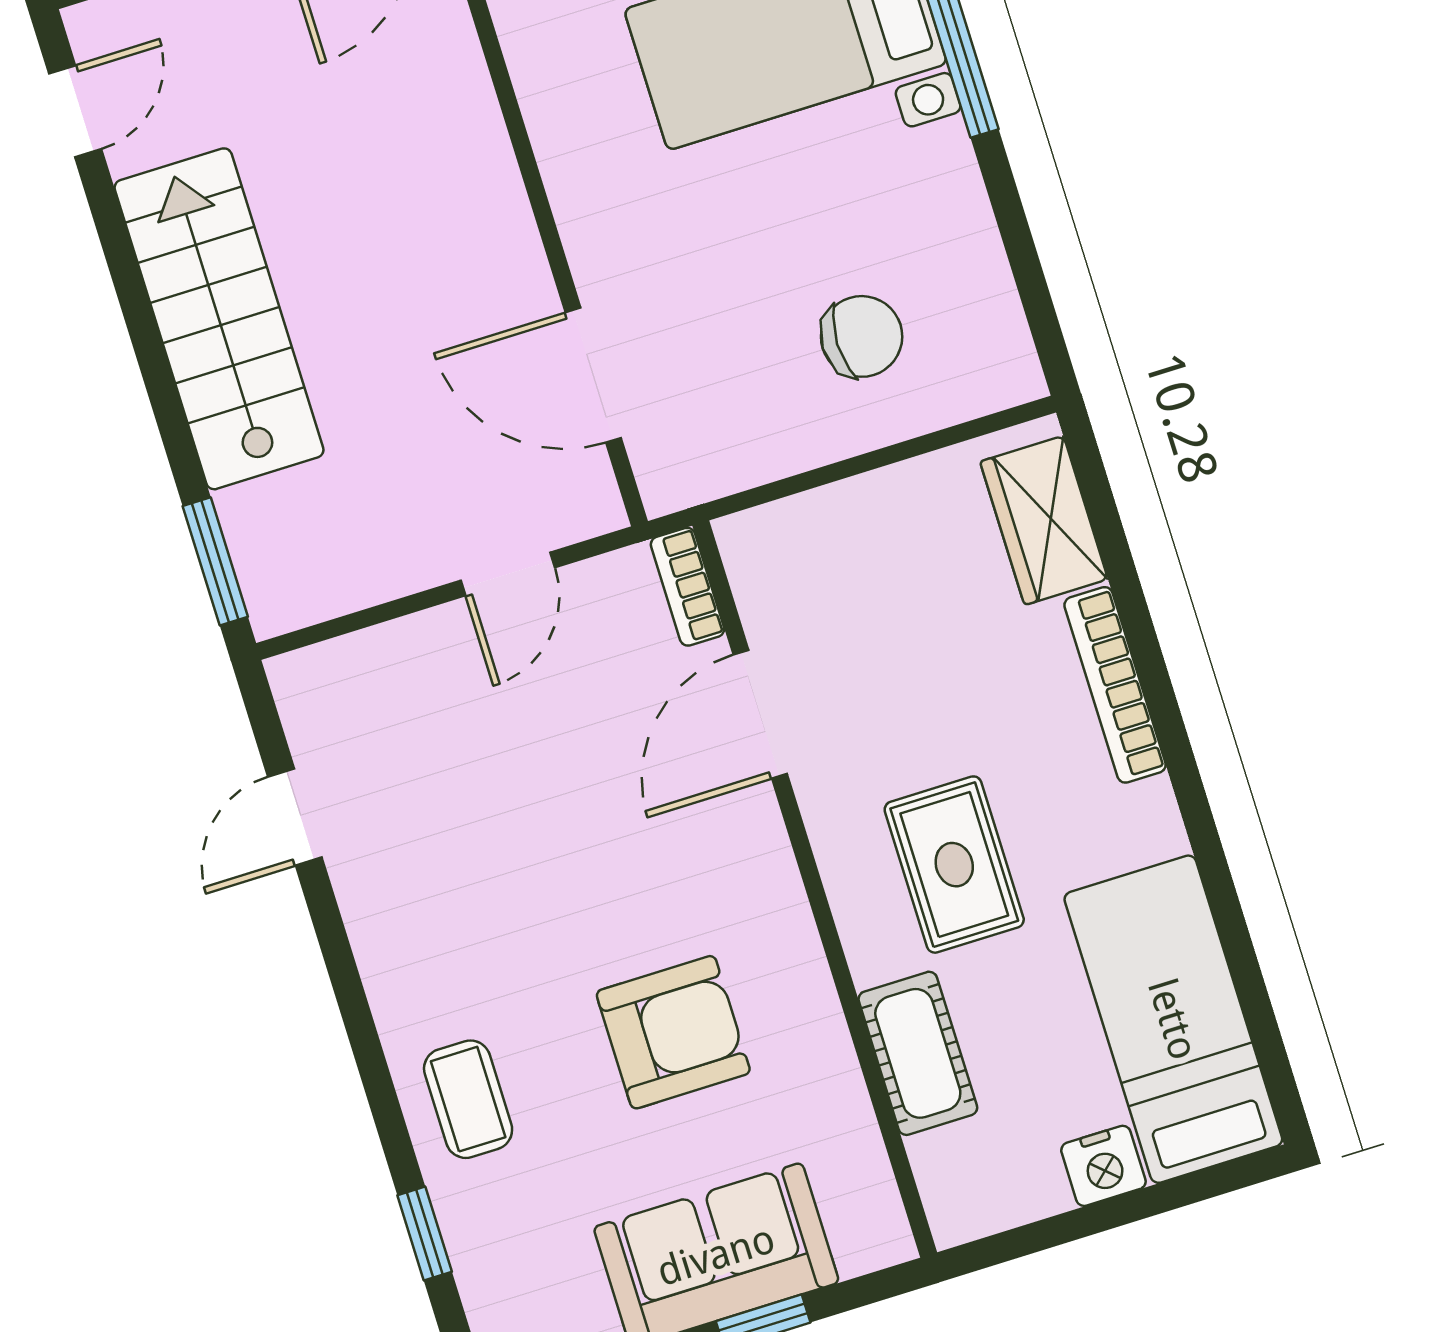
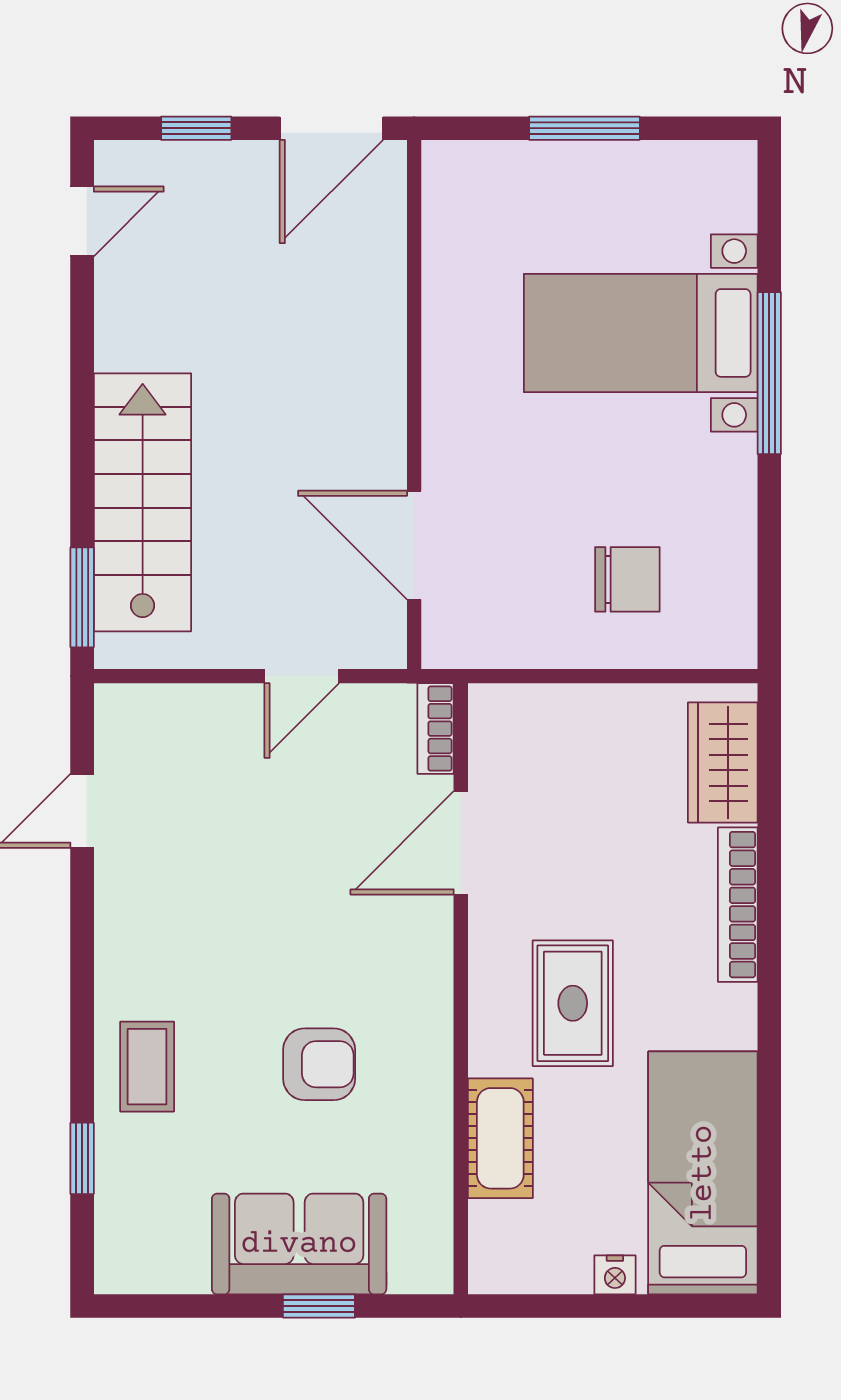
stairs: (219, 319) -> (143, 502), moved
armchair: (673, 1032) -> (319, 1064), width x0.72, depth x0.72
nightstand: (1103, 1166) -> (615, 1275), width x0.72, depth x0.74

